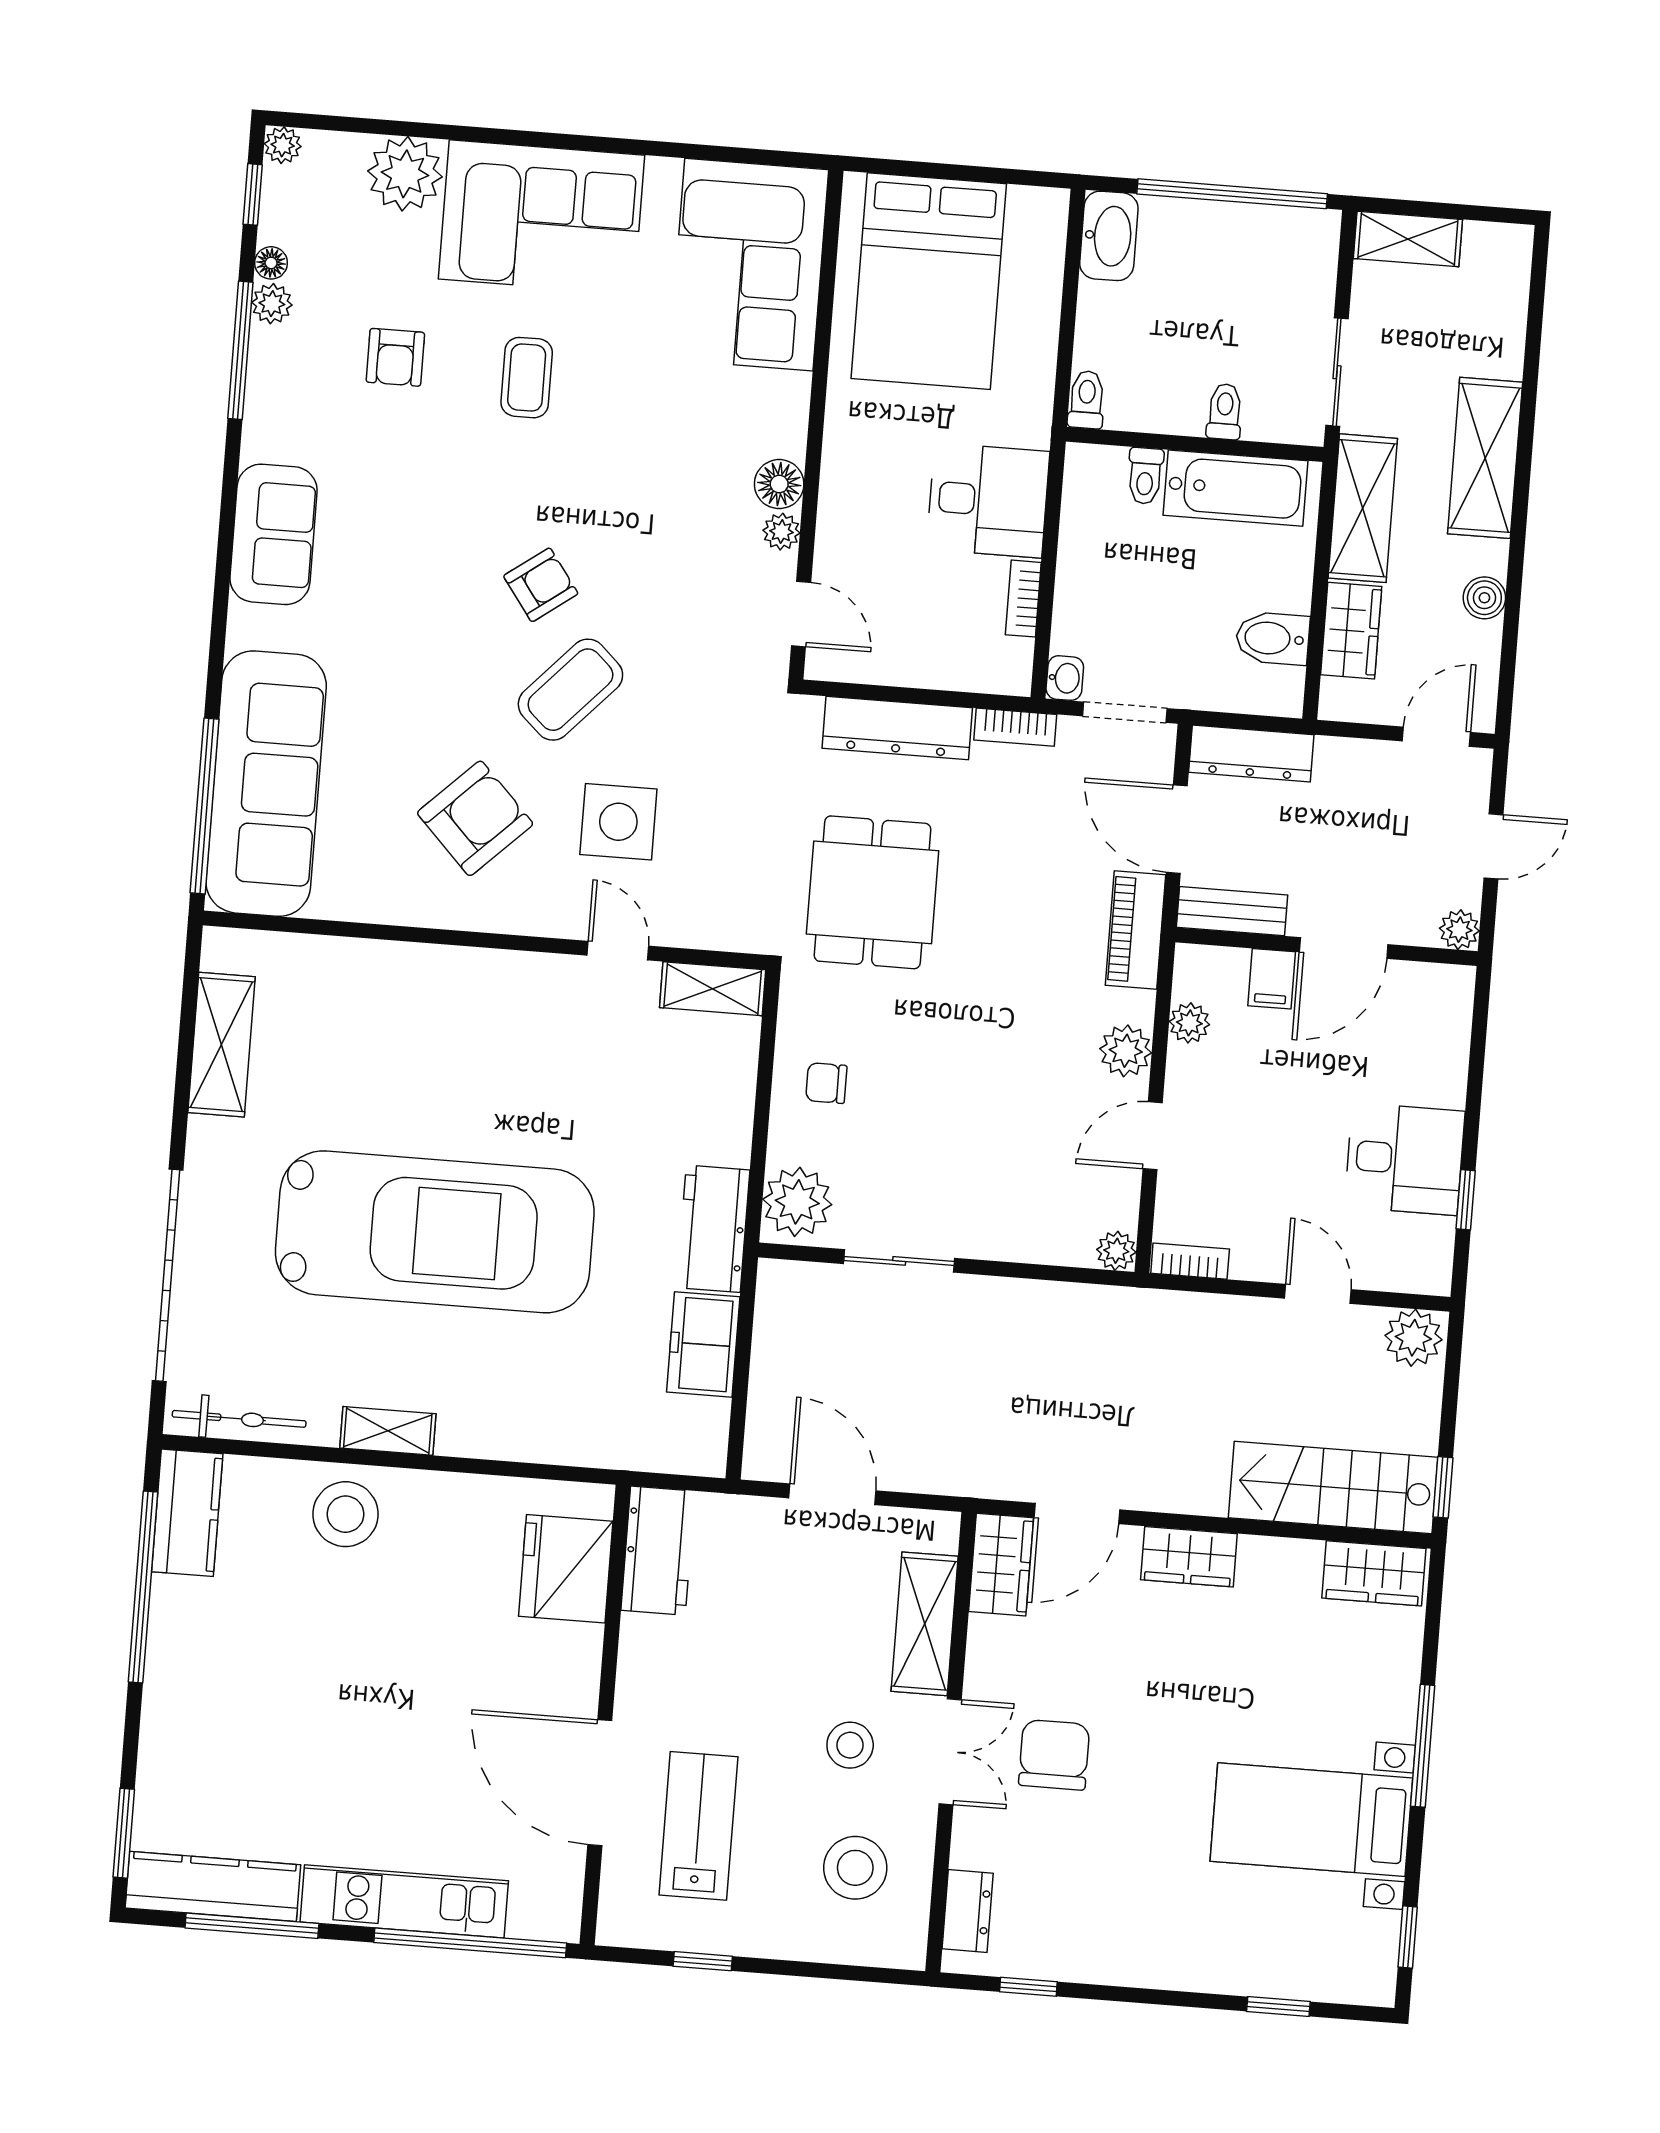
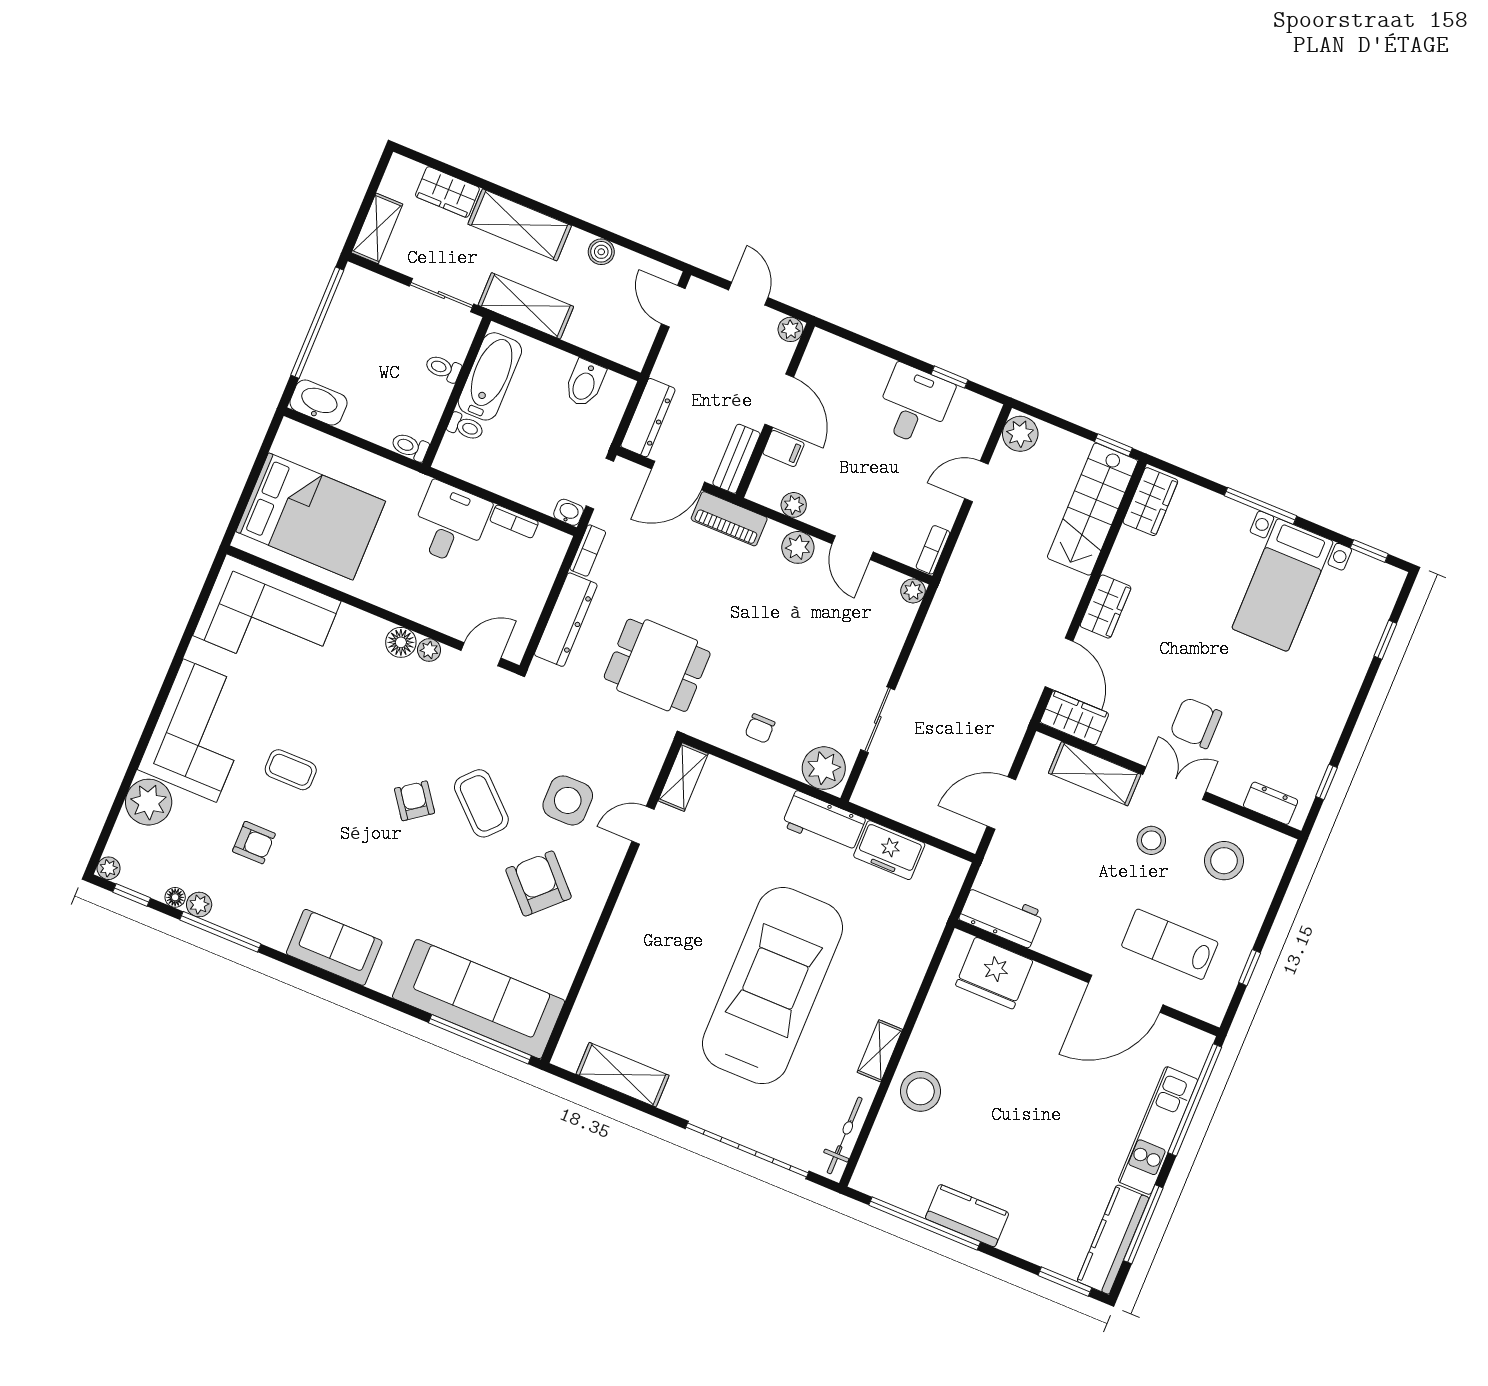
wardrobe: (1351, 631) -> (447, 192), moved, turned 180
kitchen counter: (187, 1513) -> (967, 1216), moved

